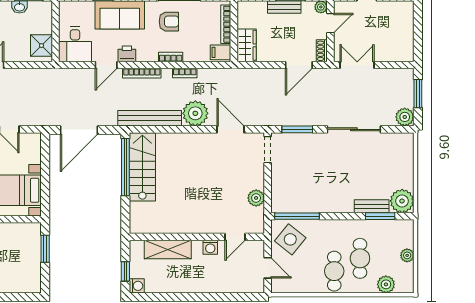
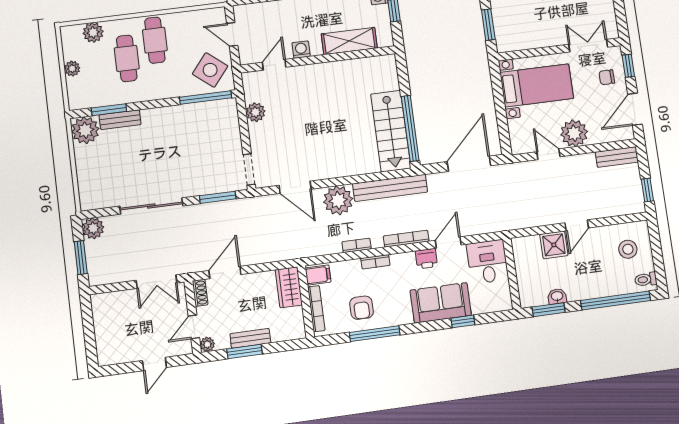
armchair: (169, 22) -> (361, 308), moved, turned -90
shower: (42, 46) -> (554, 245), moved

